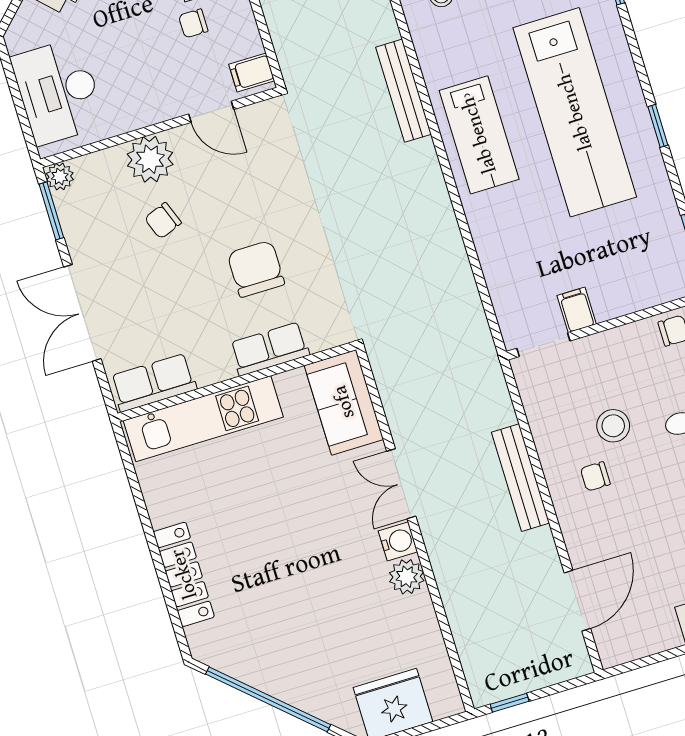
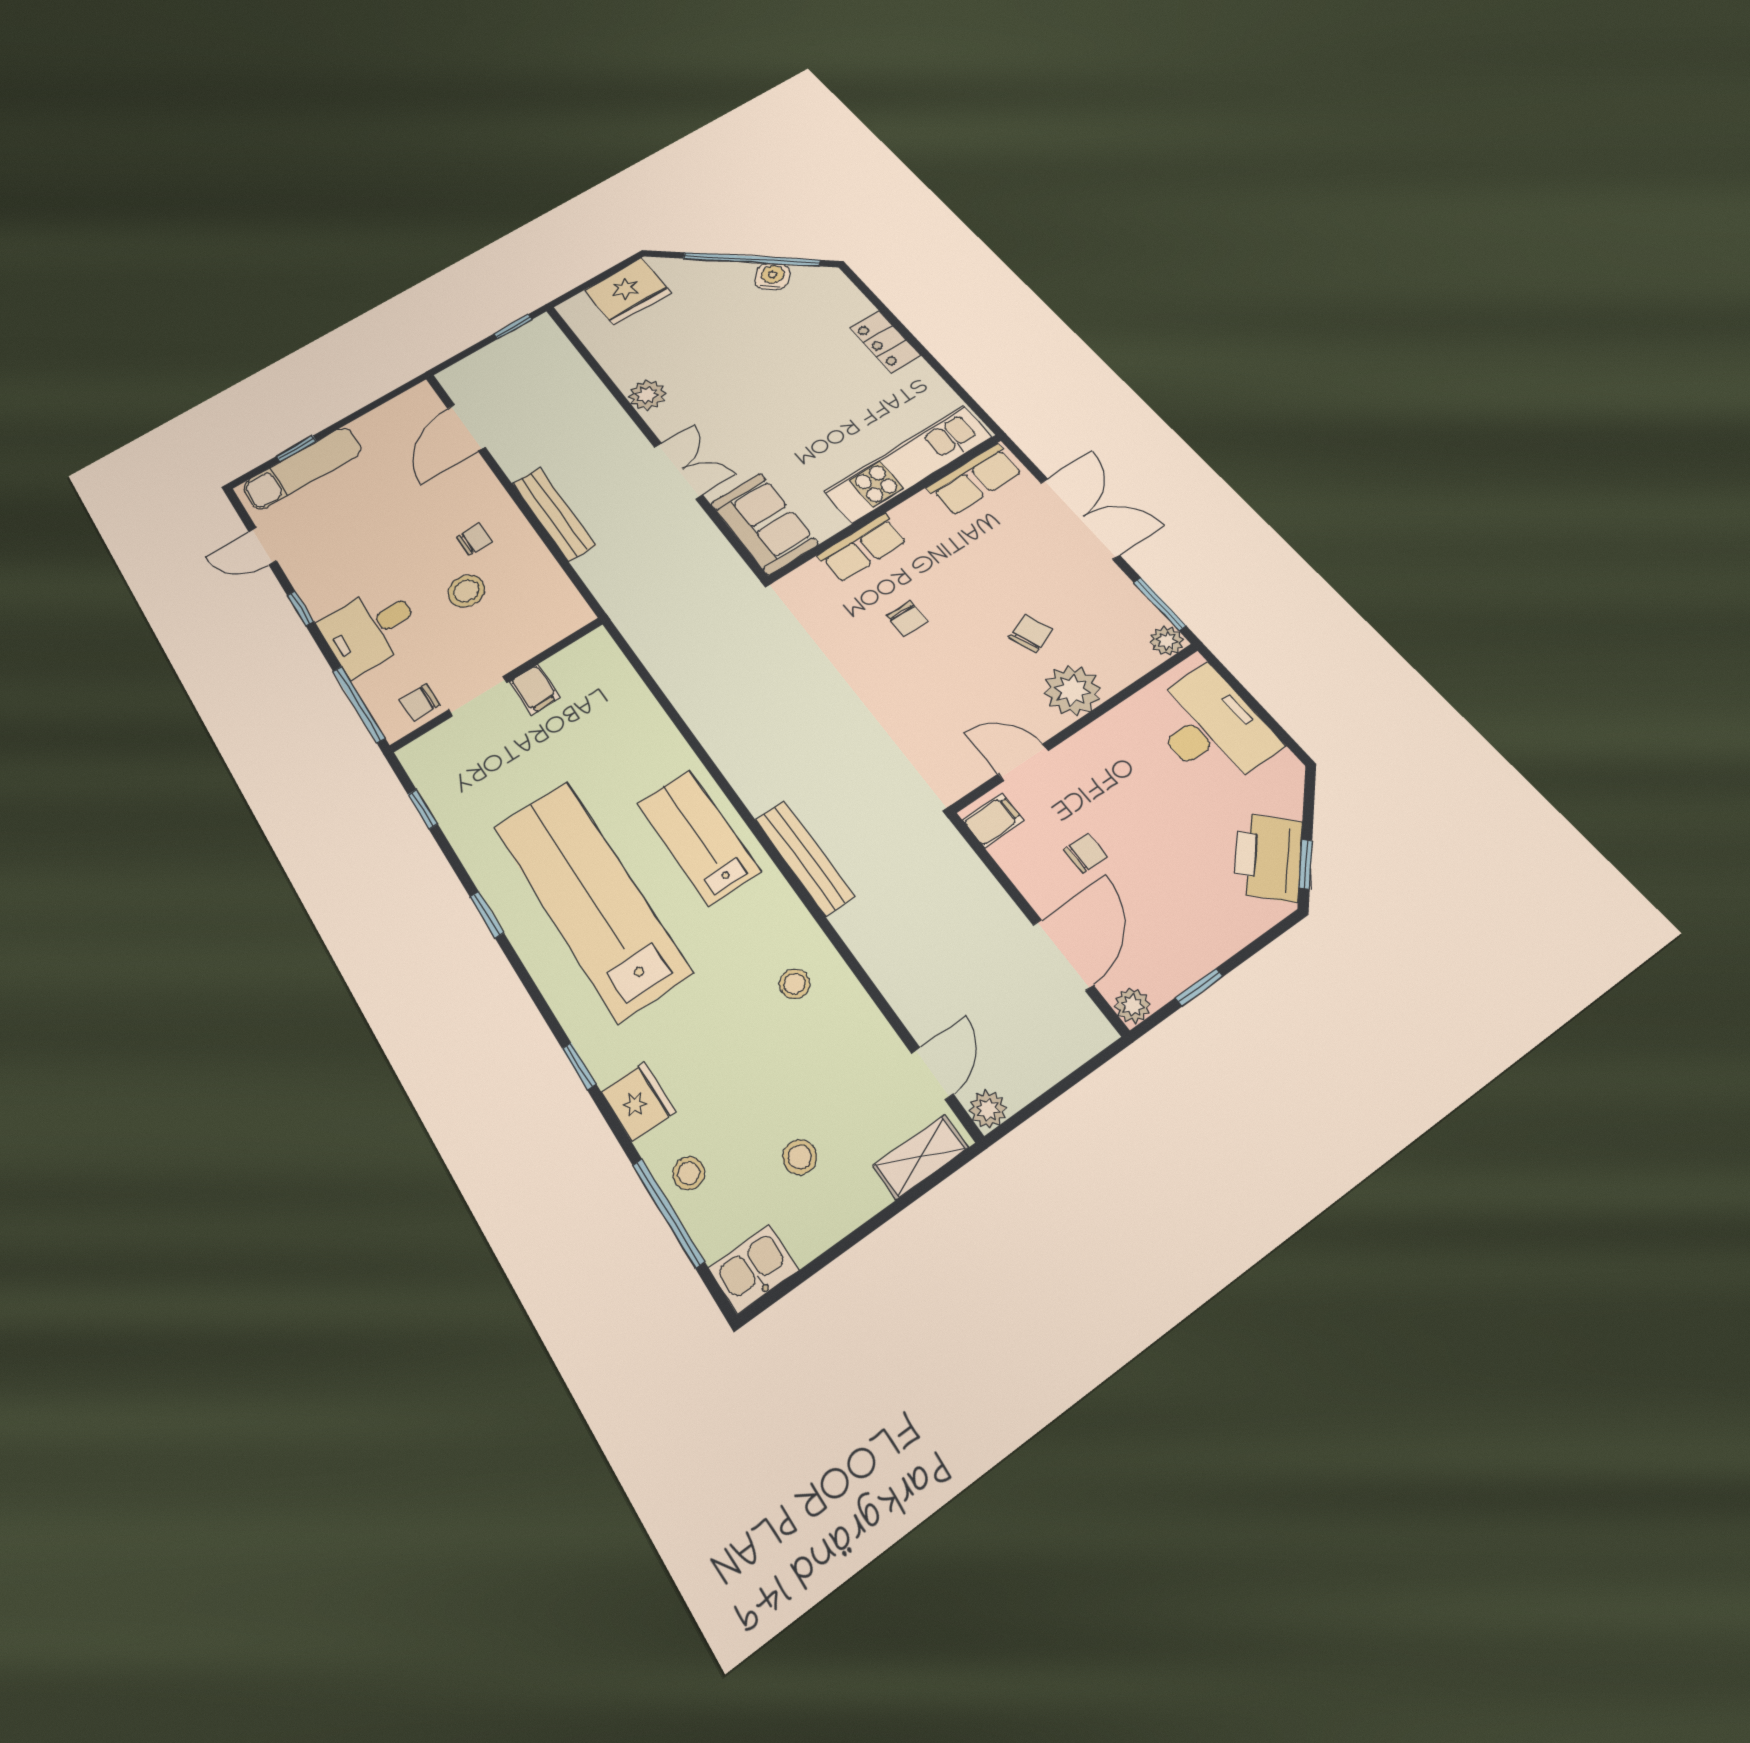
chair: (256, 269) -> (907, 619), width x0.54, depth x0.54
doorway: (543, 345) -> (478, 696), moved
water cooler: (398, 541) -> (772, 276), moved, turned 132
locker: (184, 574) -> (885, 341), width x0.66

